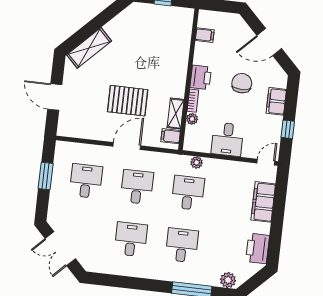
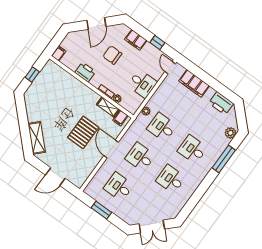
filing cabinet: (205, 35) -> (59, 53), moved
printer: (201, 77) -> (85, 72), moved

